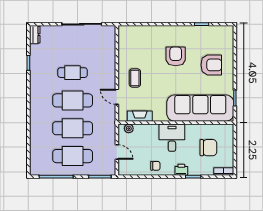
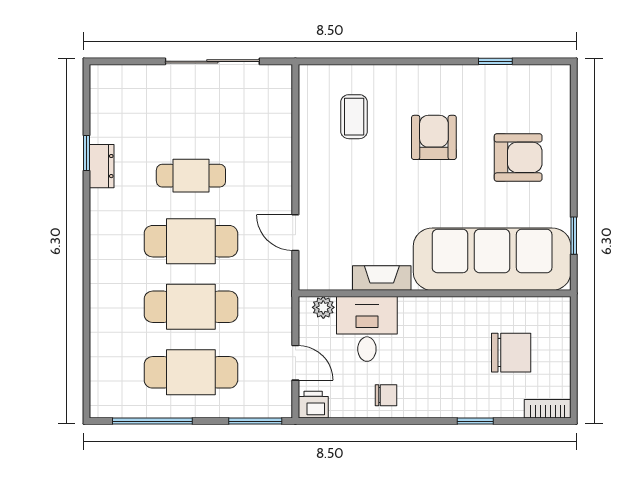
dresser: (35, 35) -> (102, 166), moved
coffee table: (135, 78) -> (354, 117), moved
fireplace: (140, 116) -> (382, 278), moved
desk: (172, 138) -> (367, 329), moved
printer: (181, 170) -> (313, 405), moved

